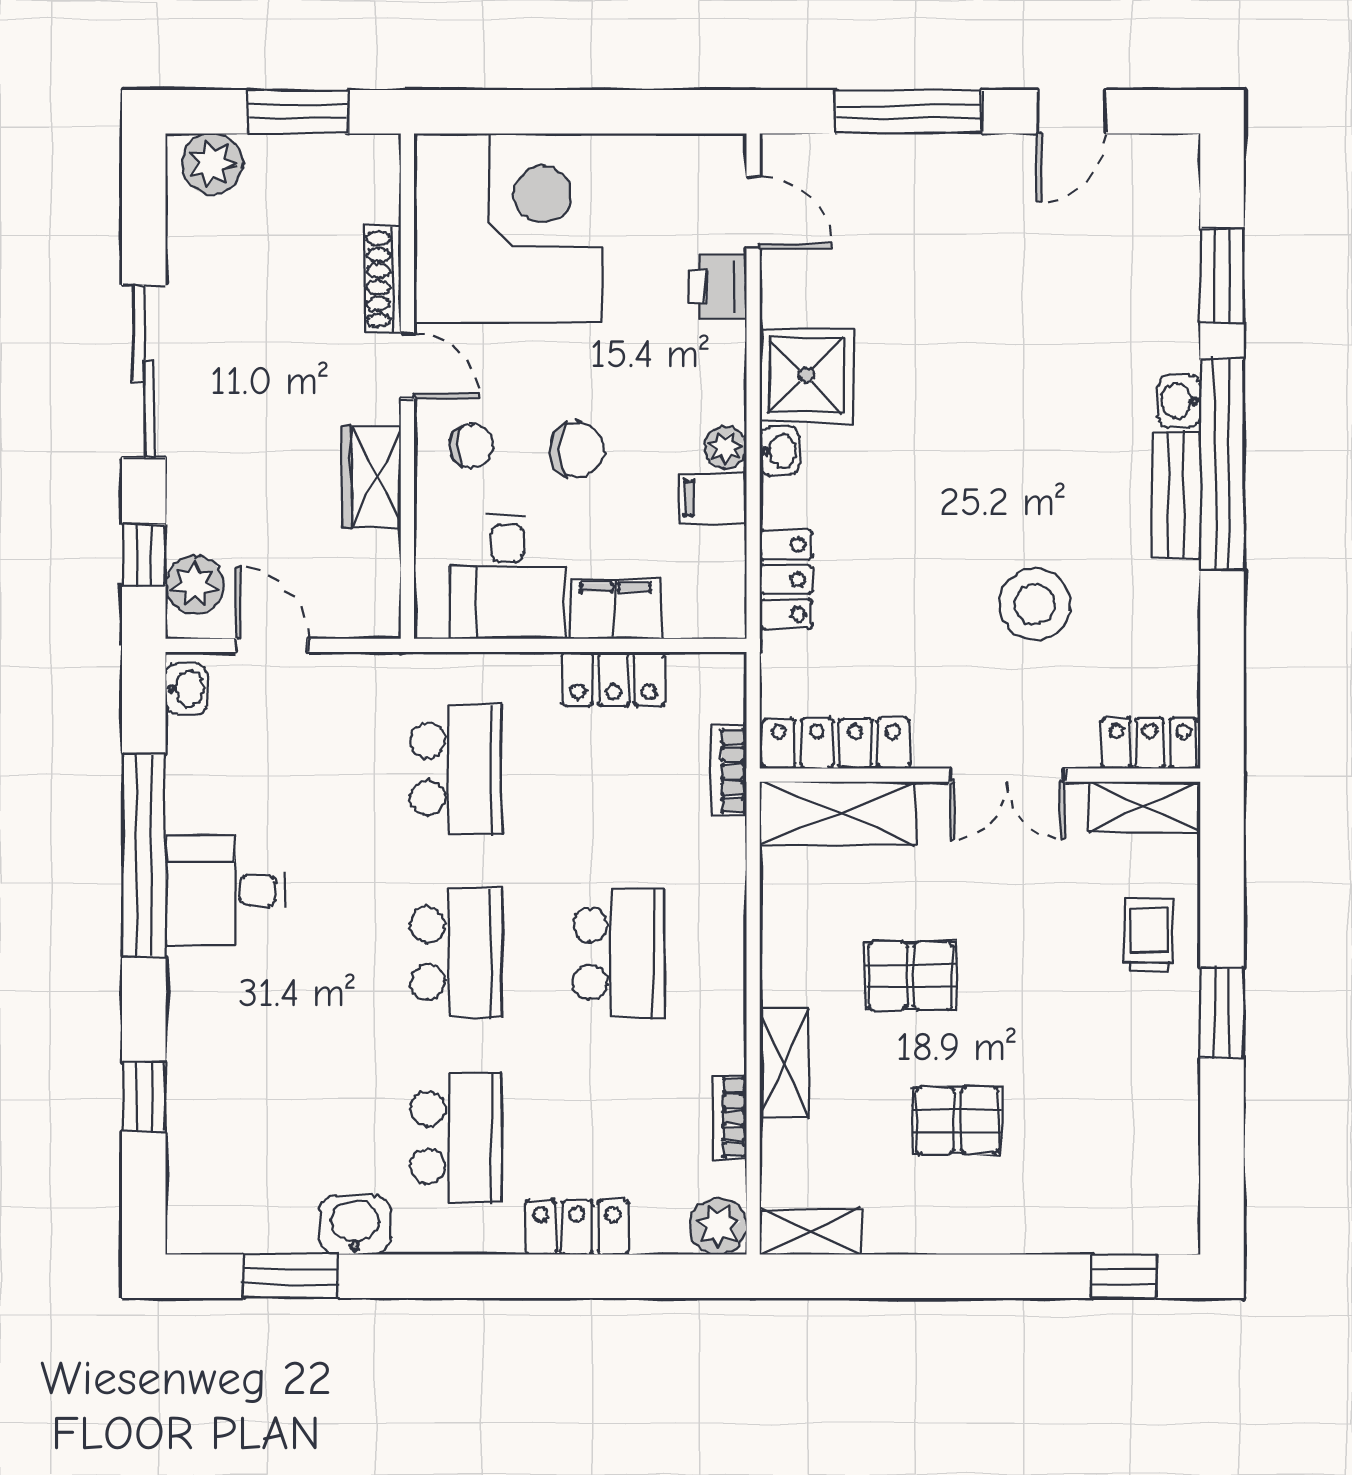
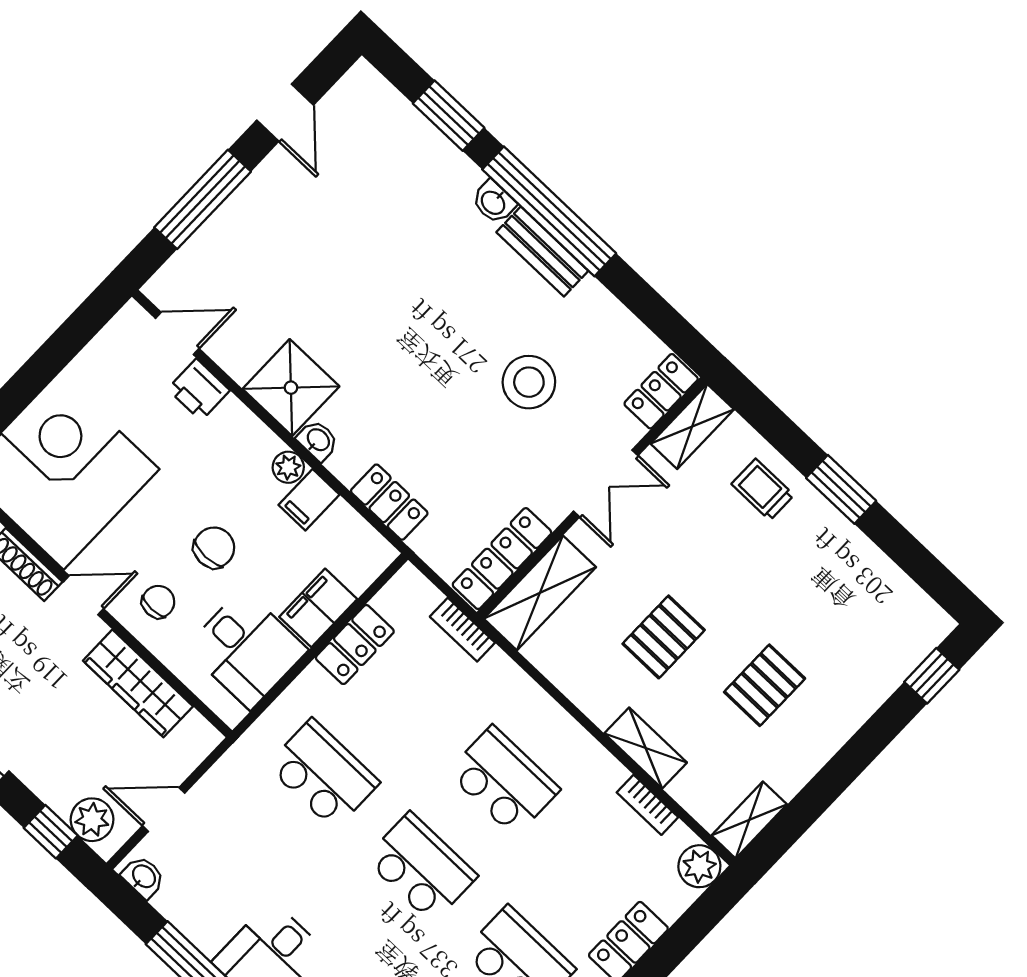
wardrobe: (372, 477) -> (138, 683), width x1.50

